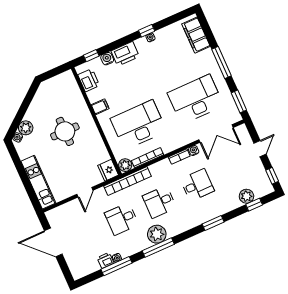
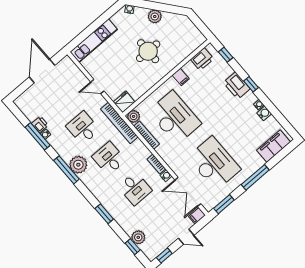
window: (147, 31) -> (251, 84), moved
water cooler: (107, 59) -> (264, 113), moved
plant: (26, 128) -> (155, 16), moved
filing cabinet: (242, 132) -> (197, 216), added

